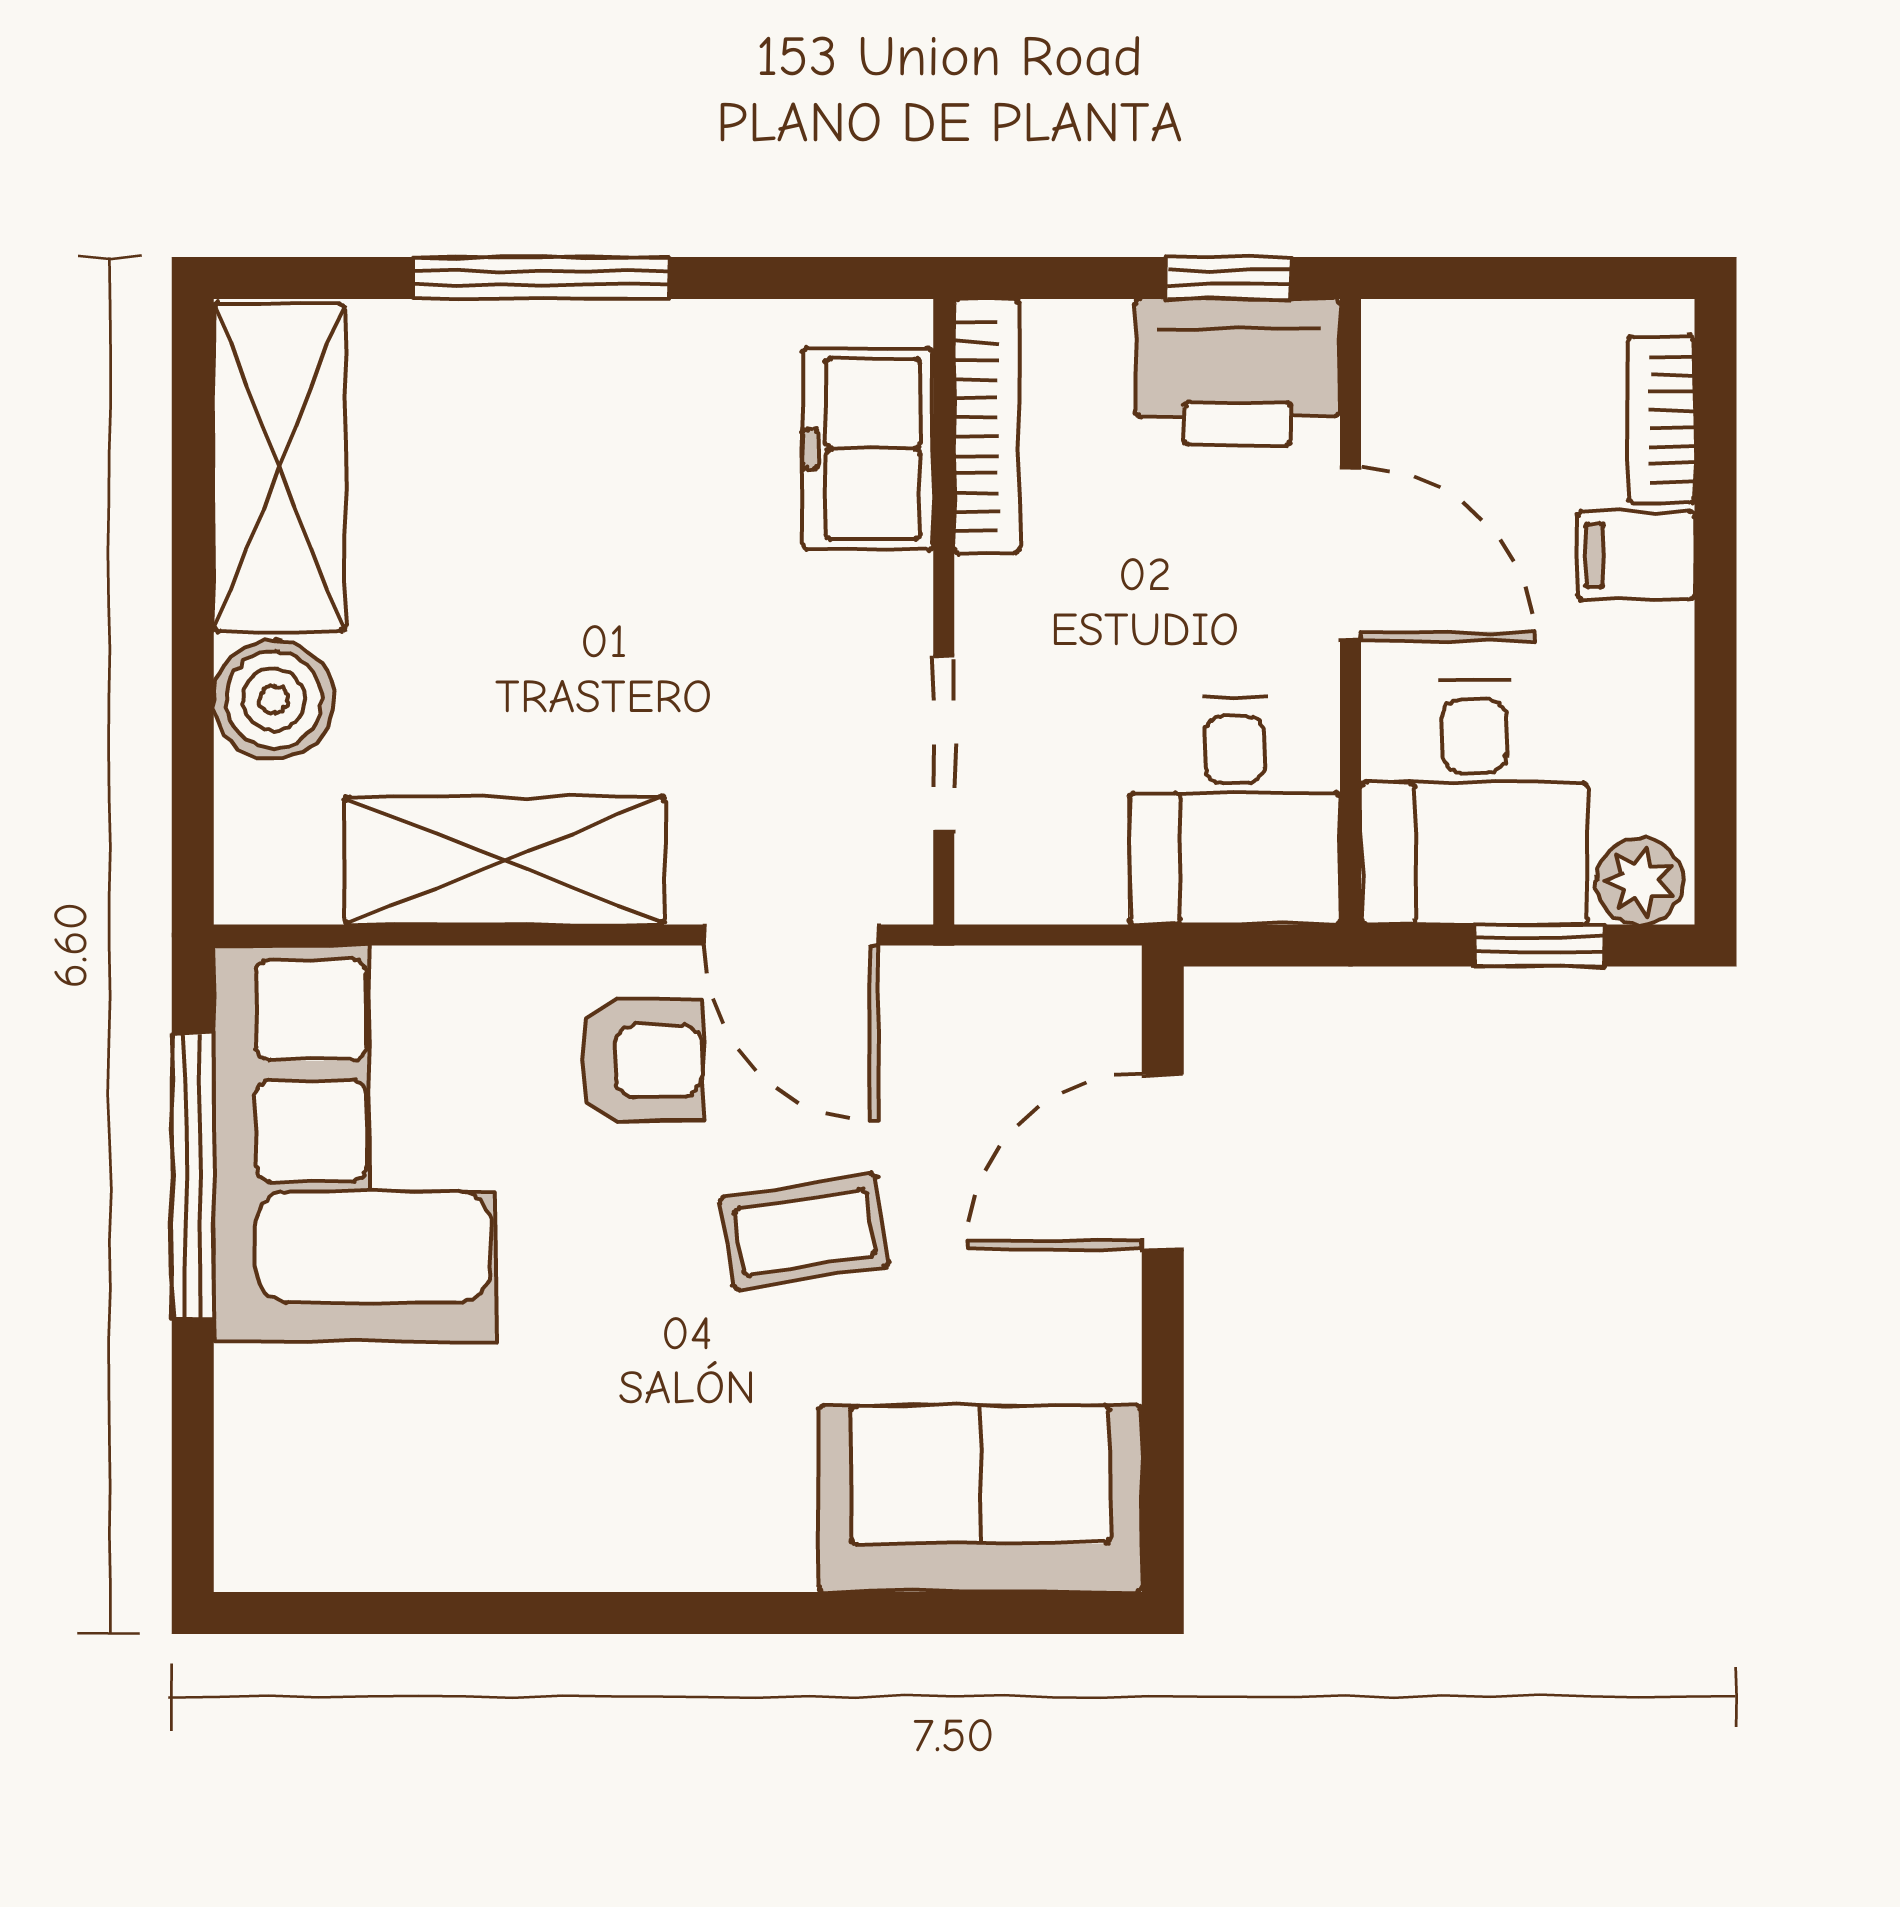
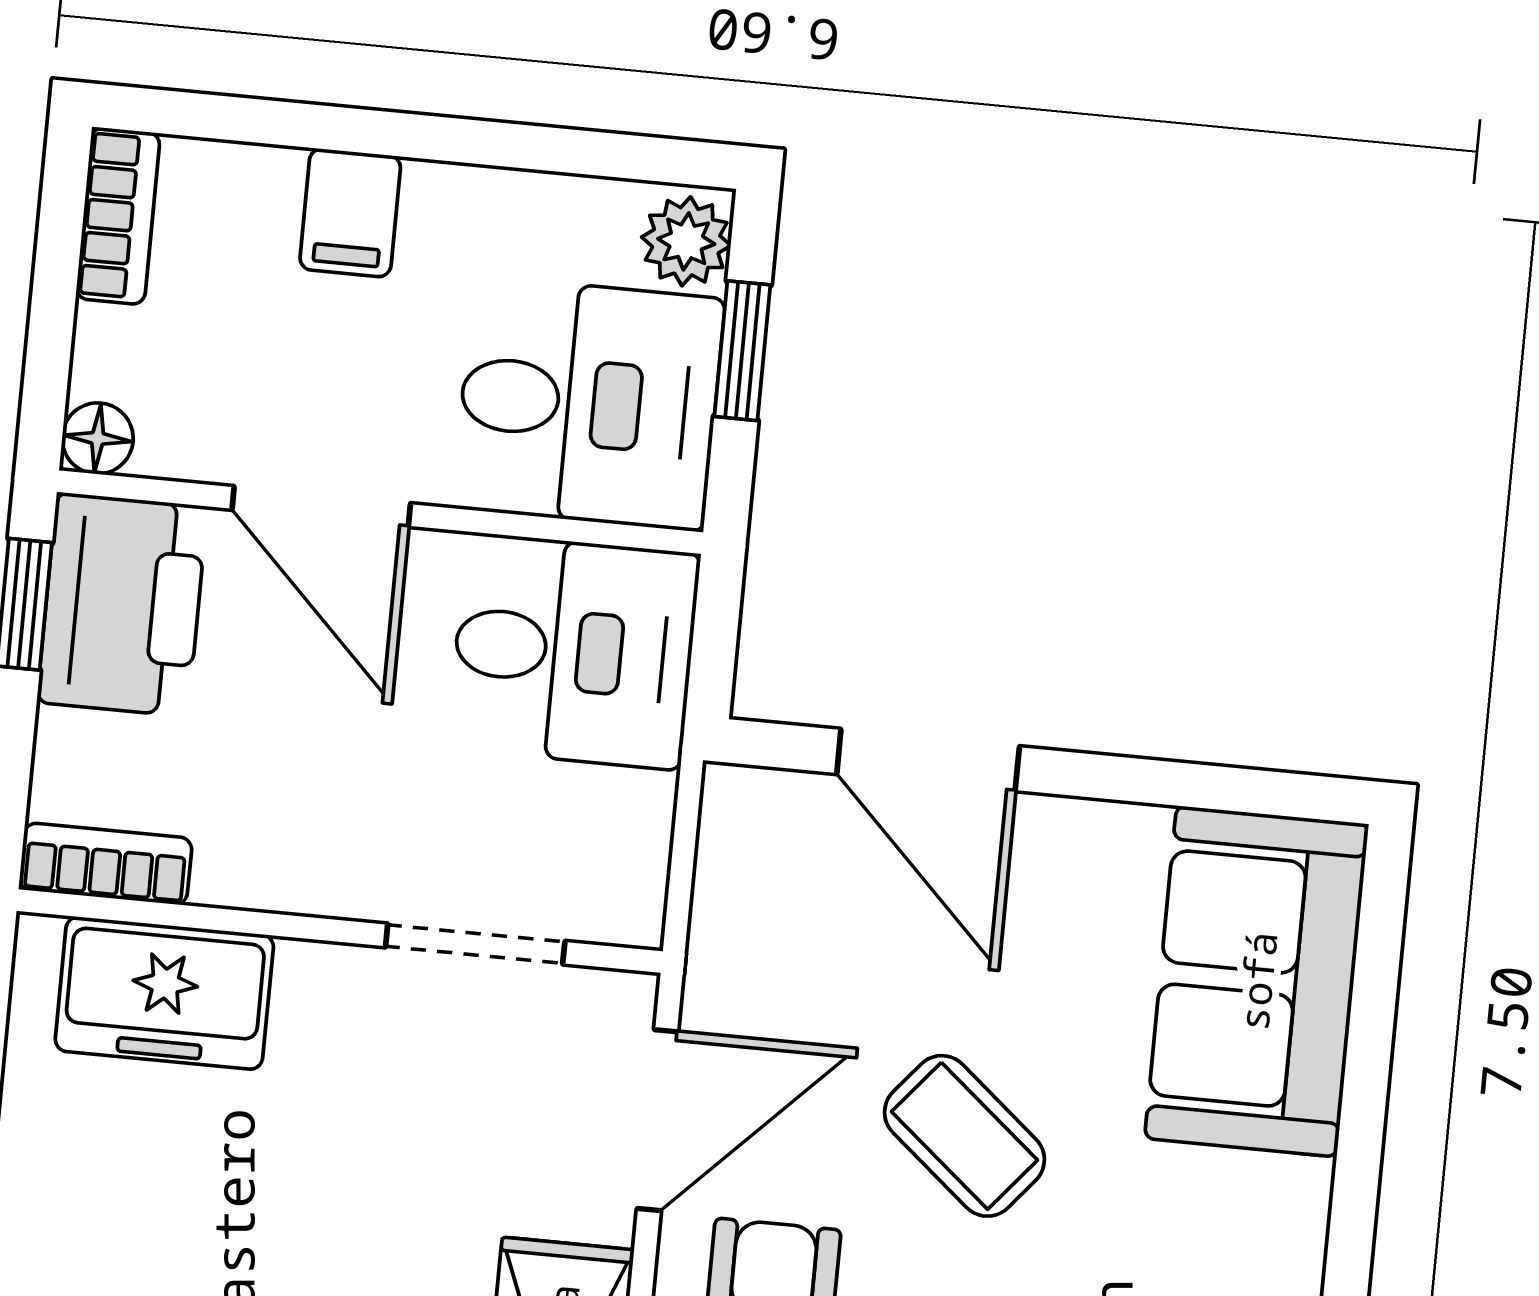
floor lamp: (1395, 333) -> (98, 438), added
bookcase: (1661, 419) -> (118, 216), moved, turned -90
bookcase: (987, 426) -> (106, 864), width x0.64
door: (1350, 555) -> (321, 507), swing flipped
coffee table: (804, 1232) -> (965, 1136), turned -41

